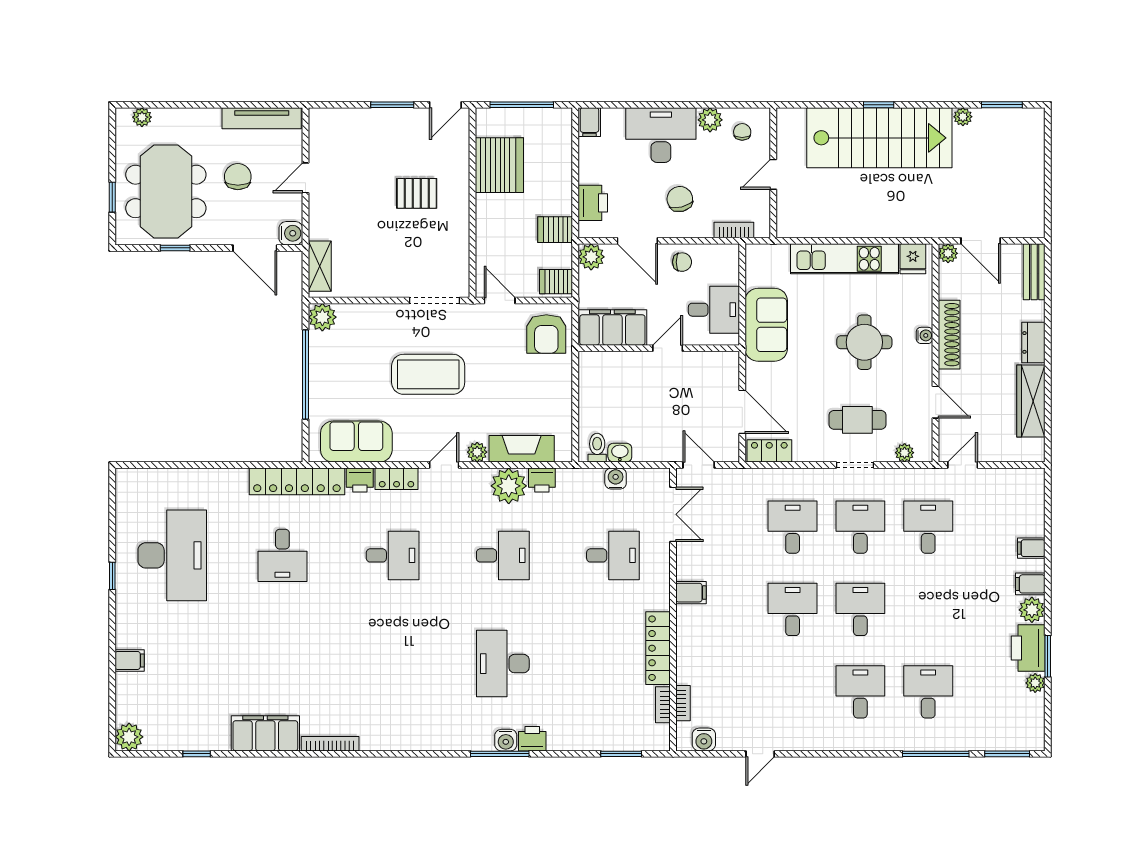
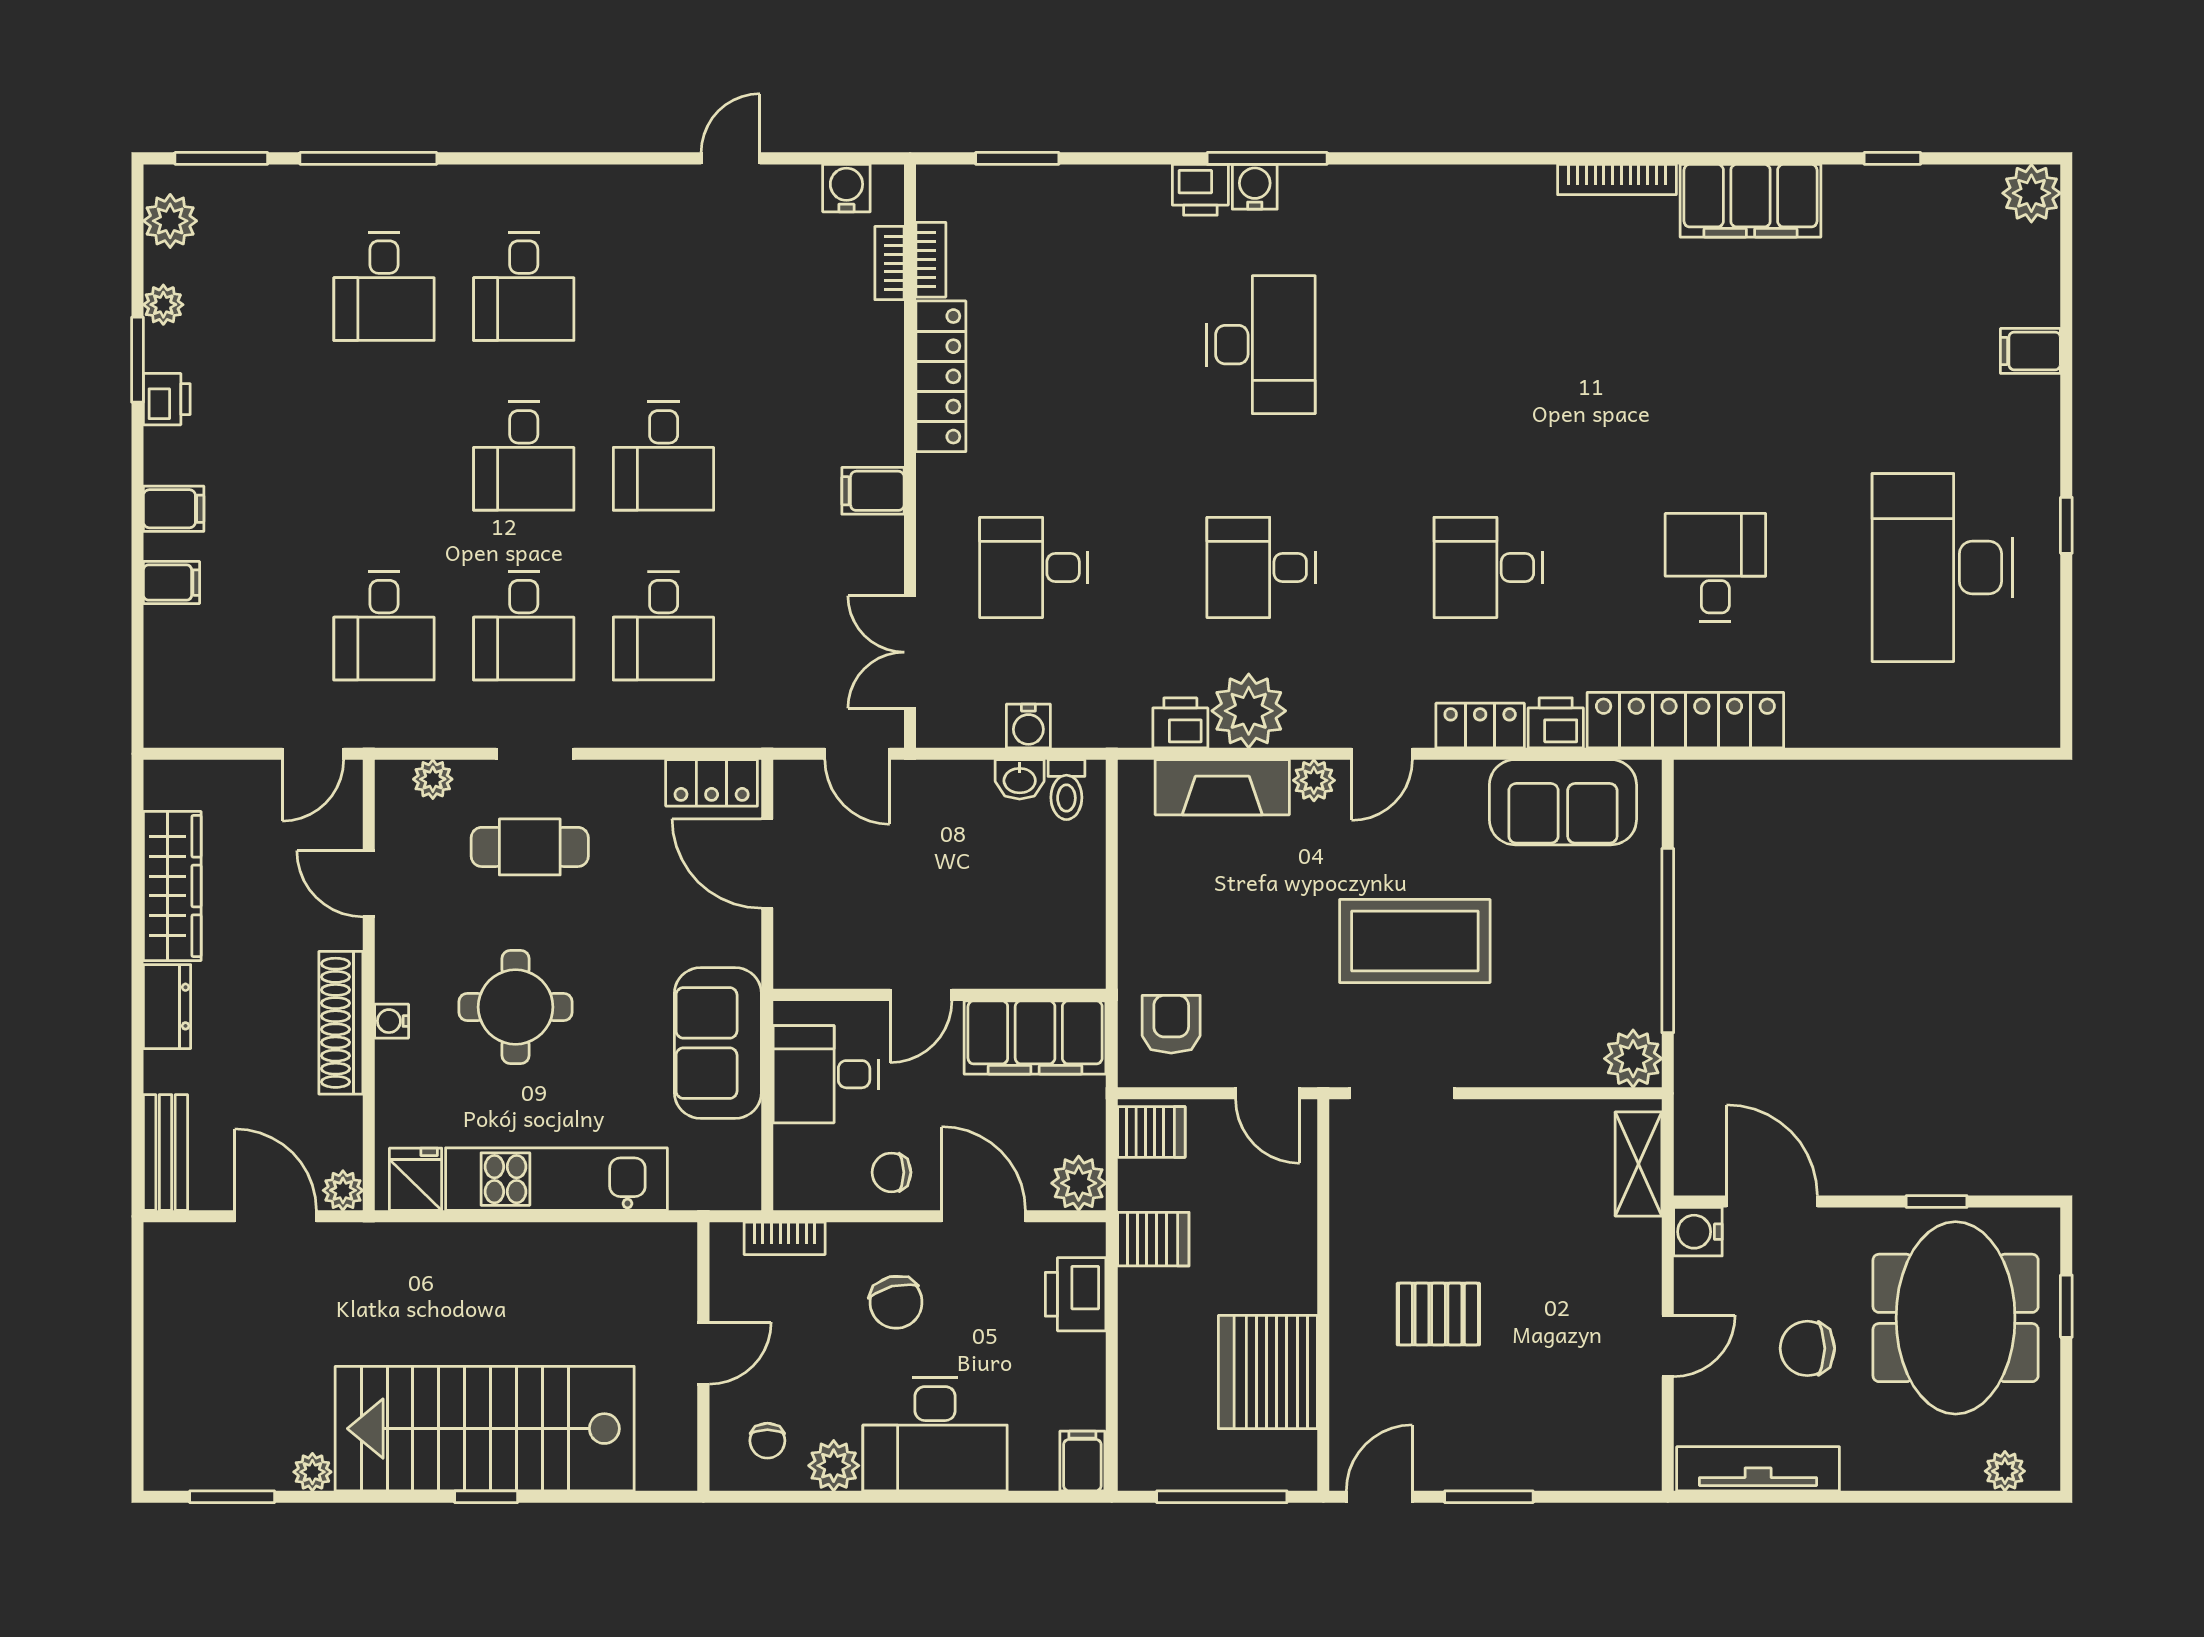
chair: (238, 177) -> (1807, 1348), turned 90
armchair: (546, 334) -> (1171, 1024), width x0.72, depth x0.72
plant: (1032, 610) -> (170, 221), moved
printer: (1028, 648) -> (167, 399), width x0.53, depth x0.68

